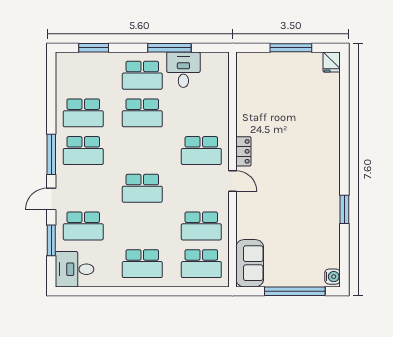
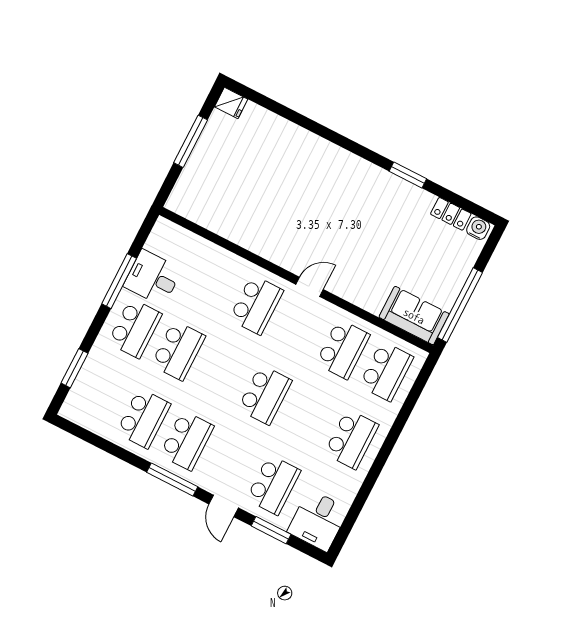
locker: (243, 151) -> (451, 214), moved, turned 180
window: (295, 291) -> (460, 305), moved

